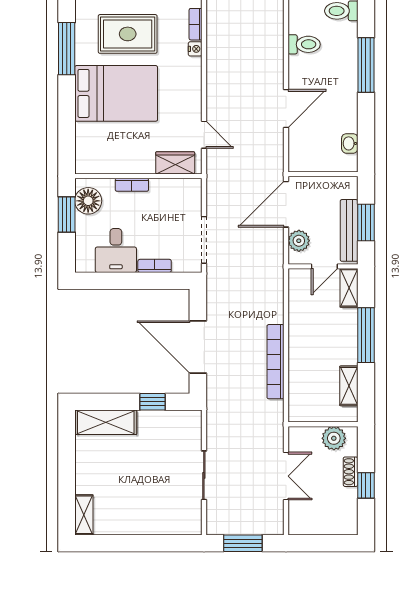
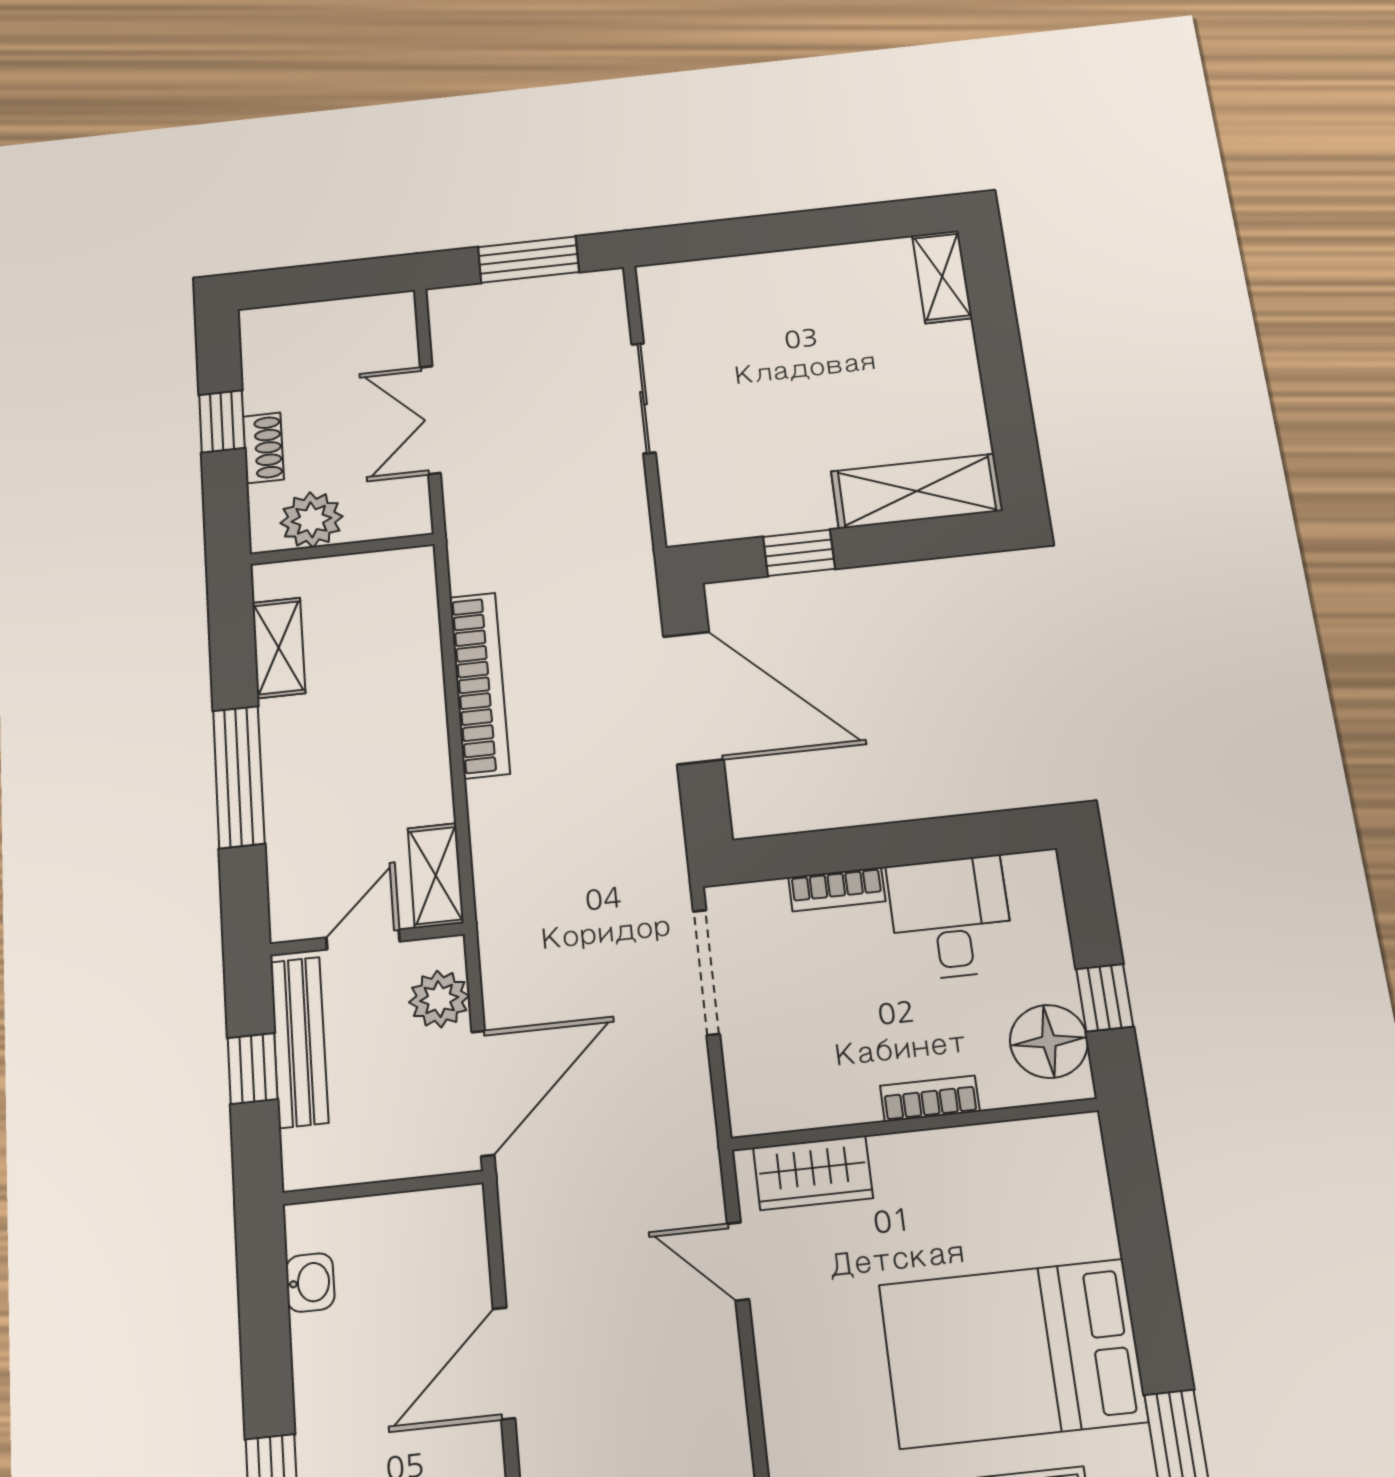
window: (67, 215) -> (1105, 998), width x0.67
window: (366, 222) -> (253, 1068), width x0.67
shelving: (349, 288) -> (436, 875), moved

